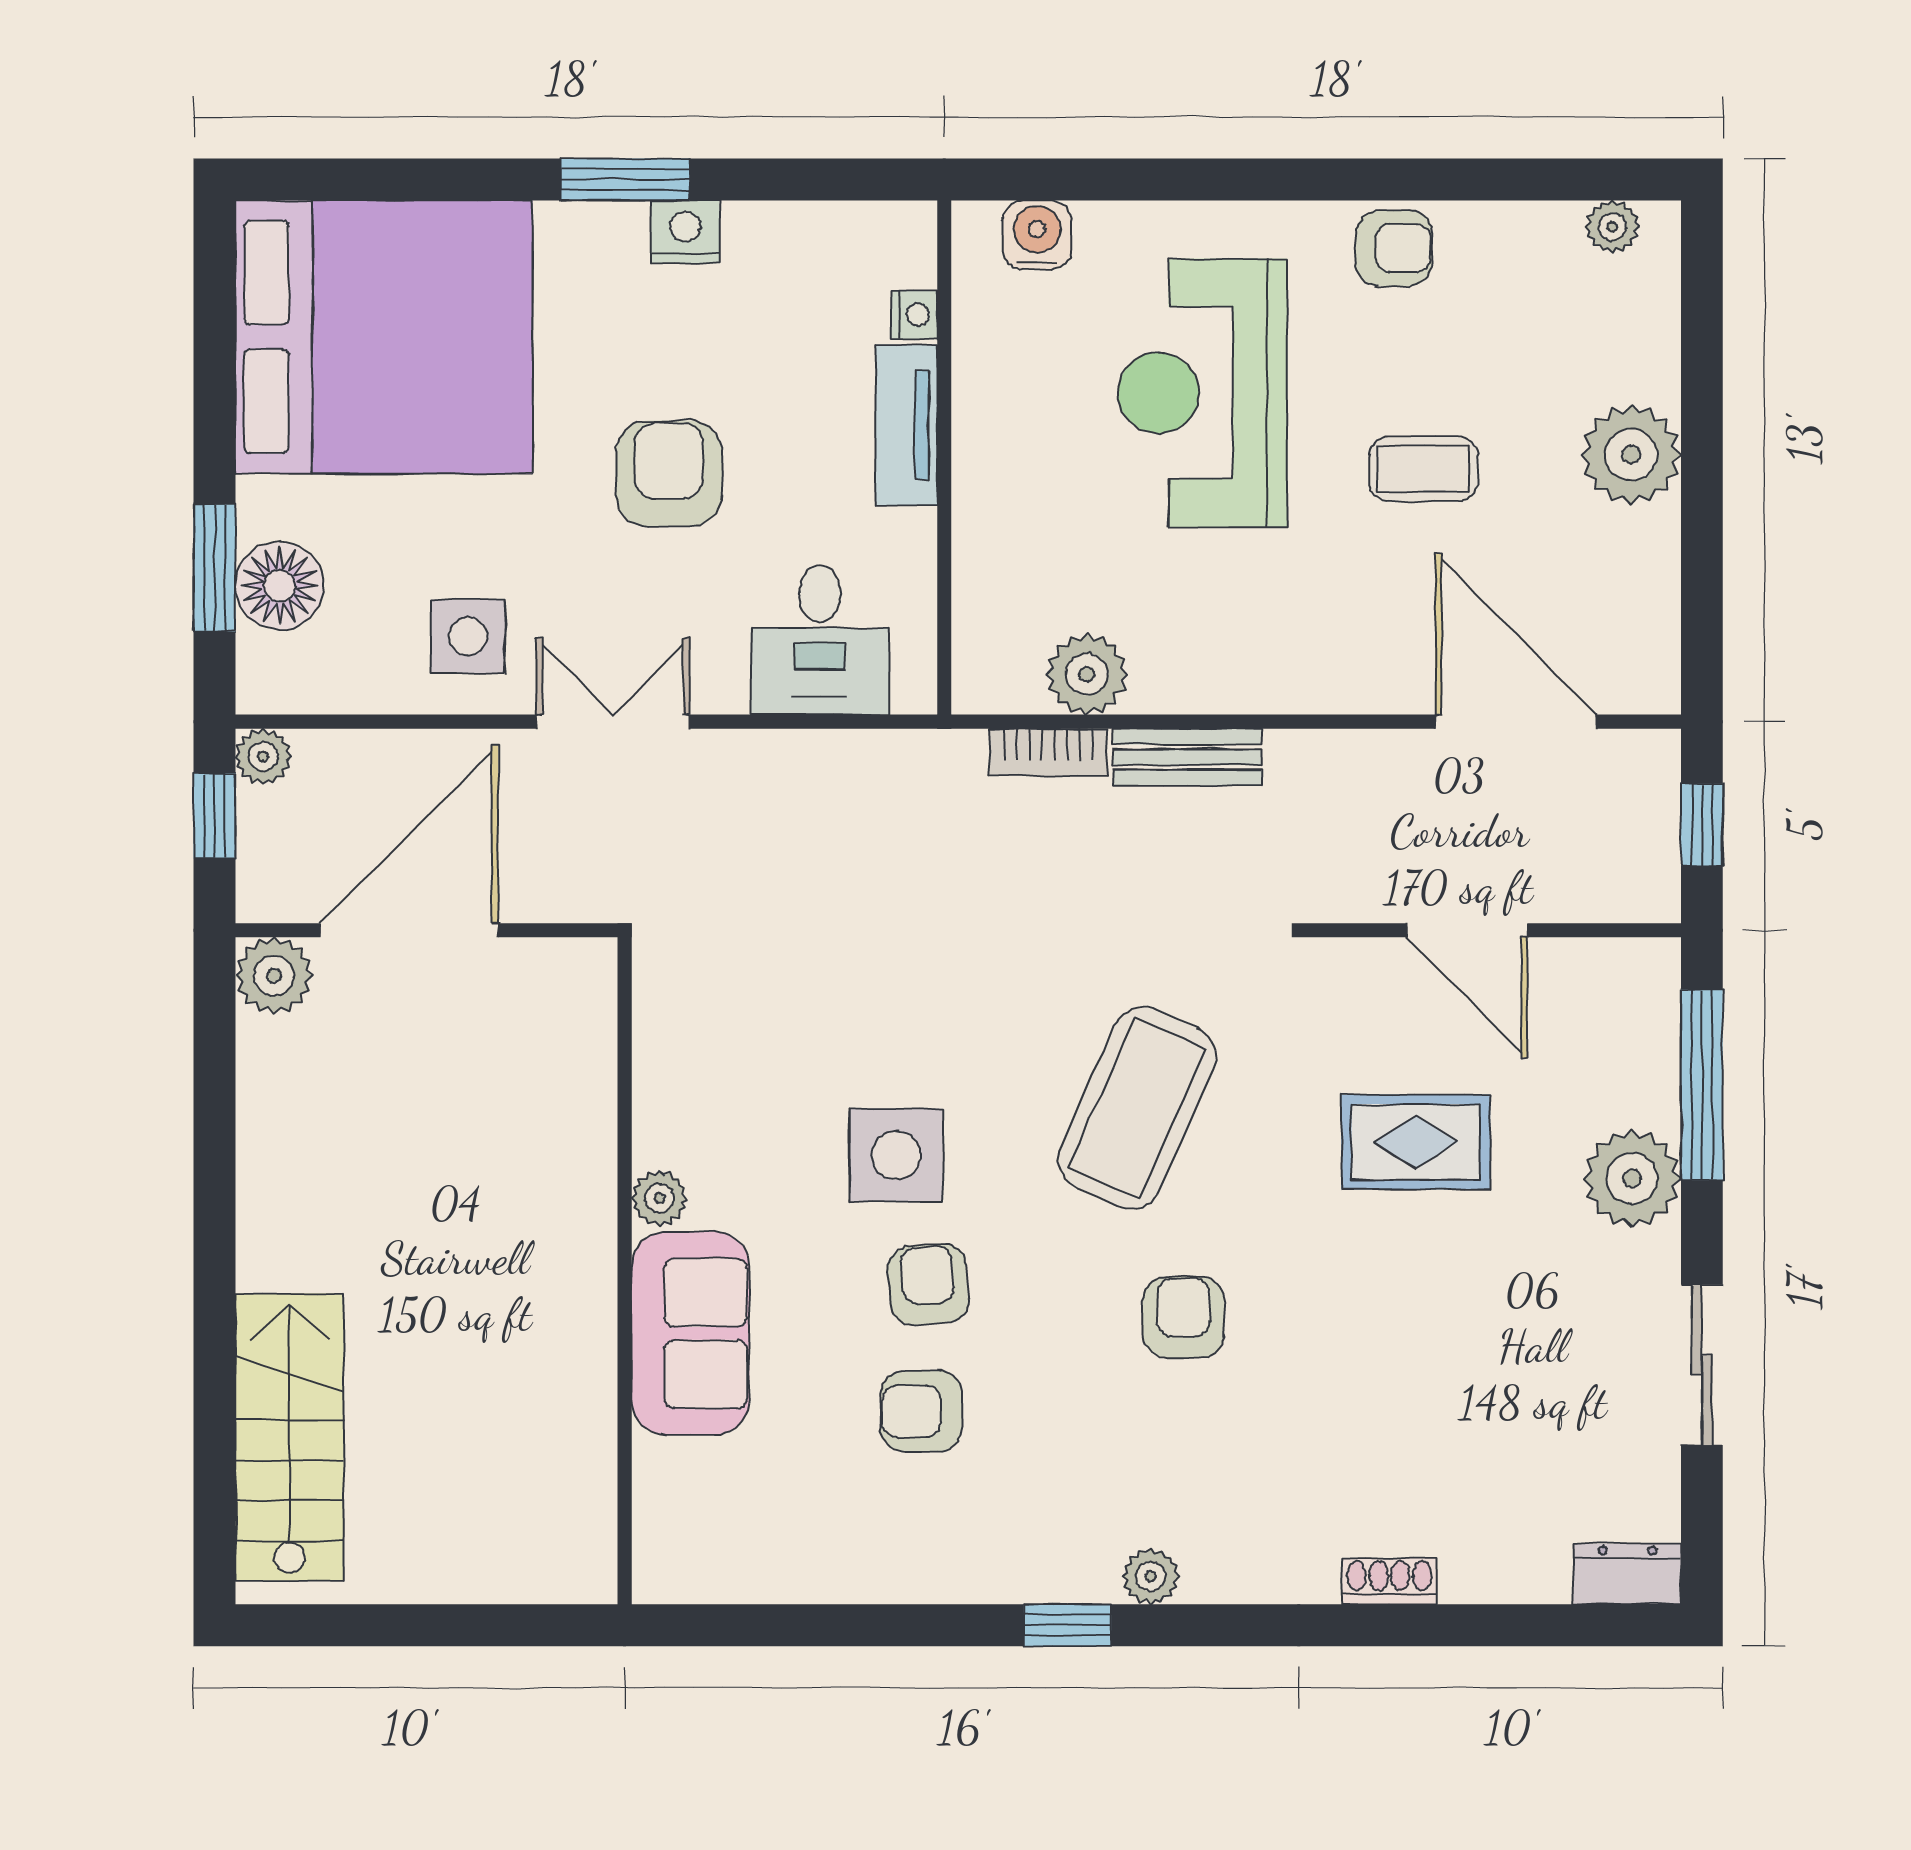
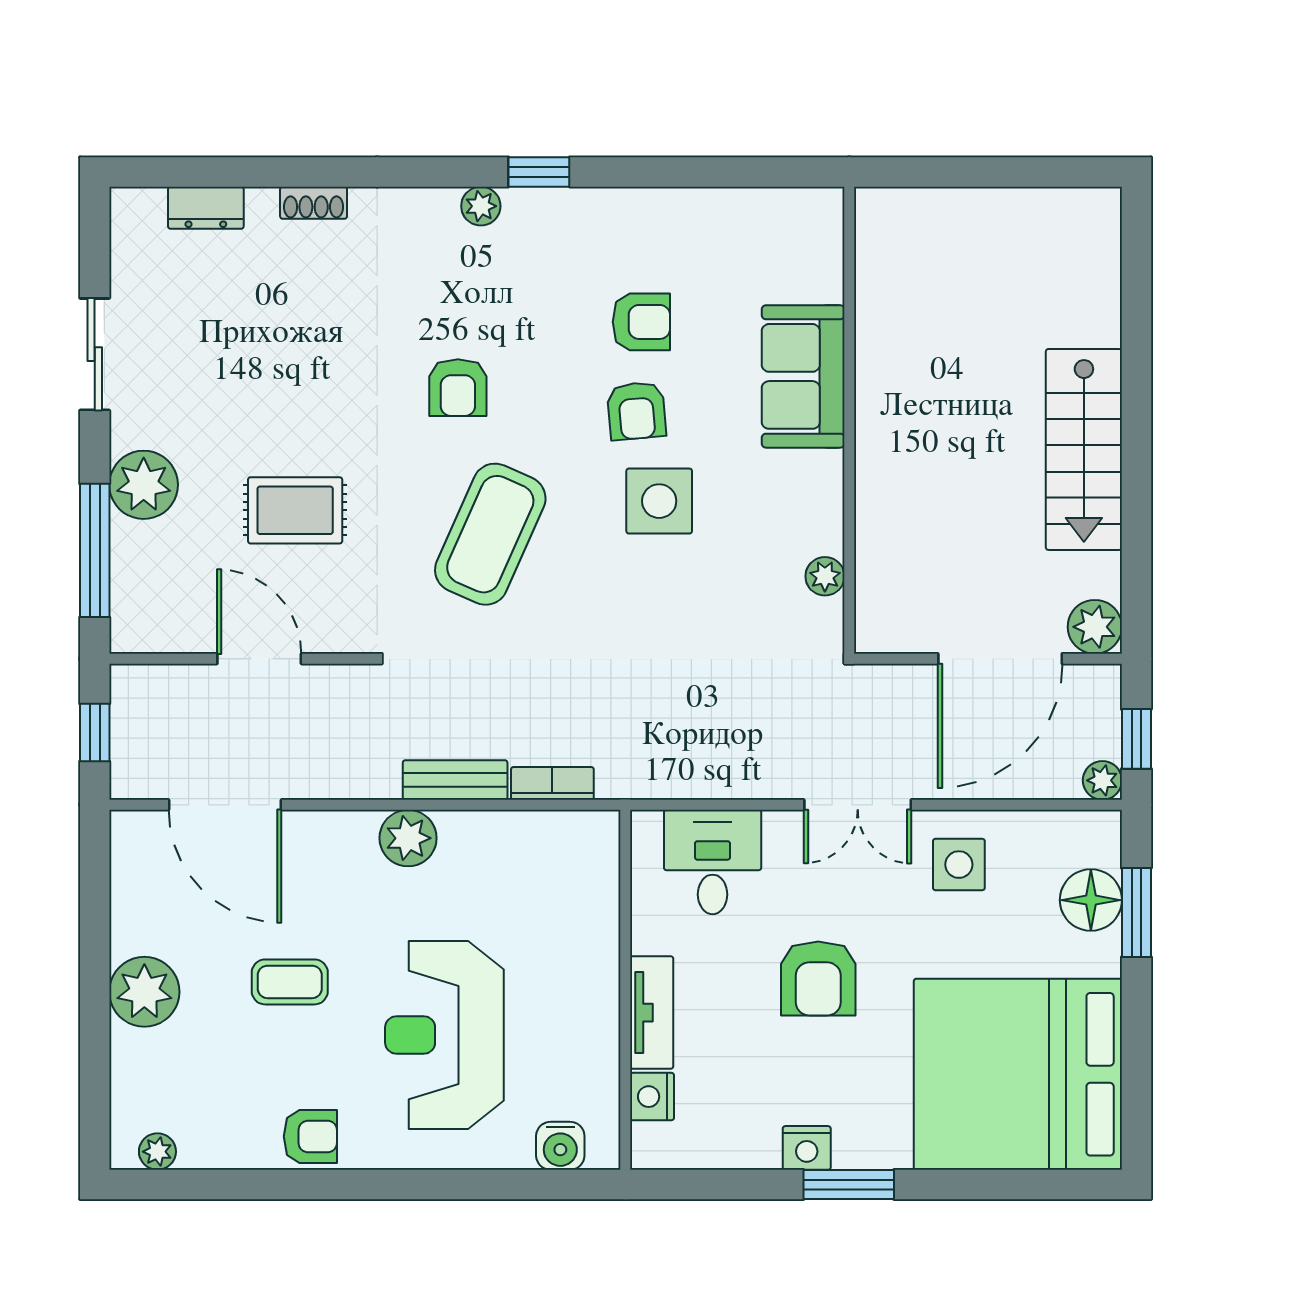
armchair: (1394, 248) -> (310, 1136), turned 180
nightstand: (914, 315) -> (652, 1097), width x1.39, depth x1.35
reception desk: (1203, 393) -> (444, 1035), turned 180
plant: (1087, 674) -> (408, 838), moved
plant: (659, 1198) -> (825, 576), moved
stairs: (290, 1437) -> (1084, 449), moved
dresser: (1627, 1574) -> (206, 208), moved

